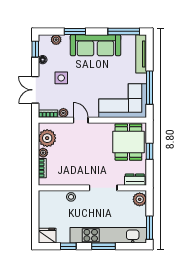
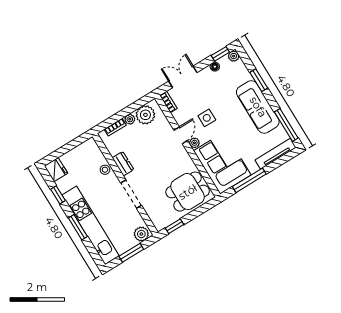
plant: (56, 40) -> (234, 56), moved
side table: (61, 78) -> (207, 118), moved
plant: (63, 113) -> (194, 143), moved
window: (150, 151) -> (175, 226), moved
dresser: (135, 180) -> (123, 164), moved
window: (150, 228) -> (131, 253), moved

